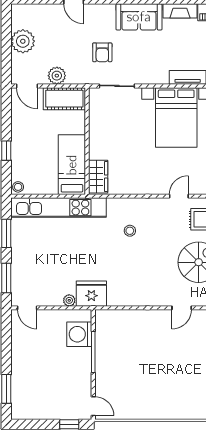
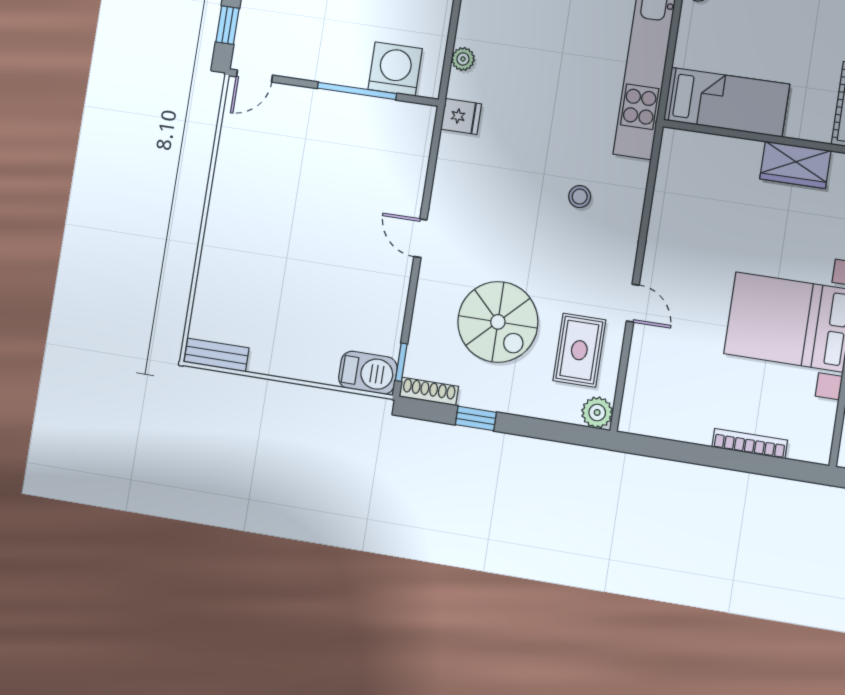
wardrobe: (98, 177) -> (795, 165), moved
fridge: (91, 294) -> (461, 117), width x0.53, depth x0.75
door: (182, 308) -> (420, 238), moved

